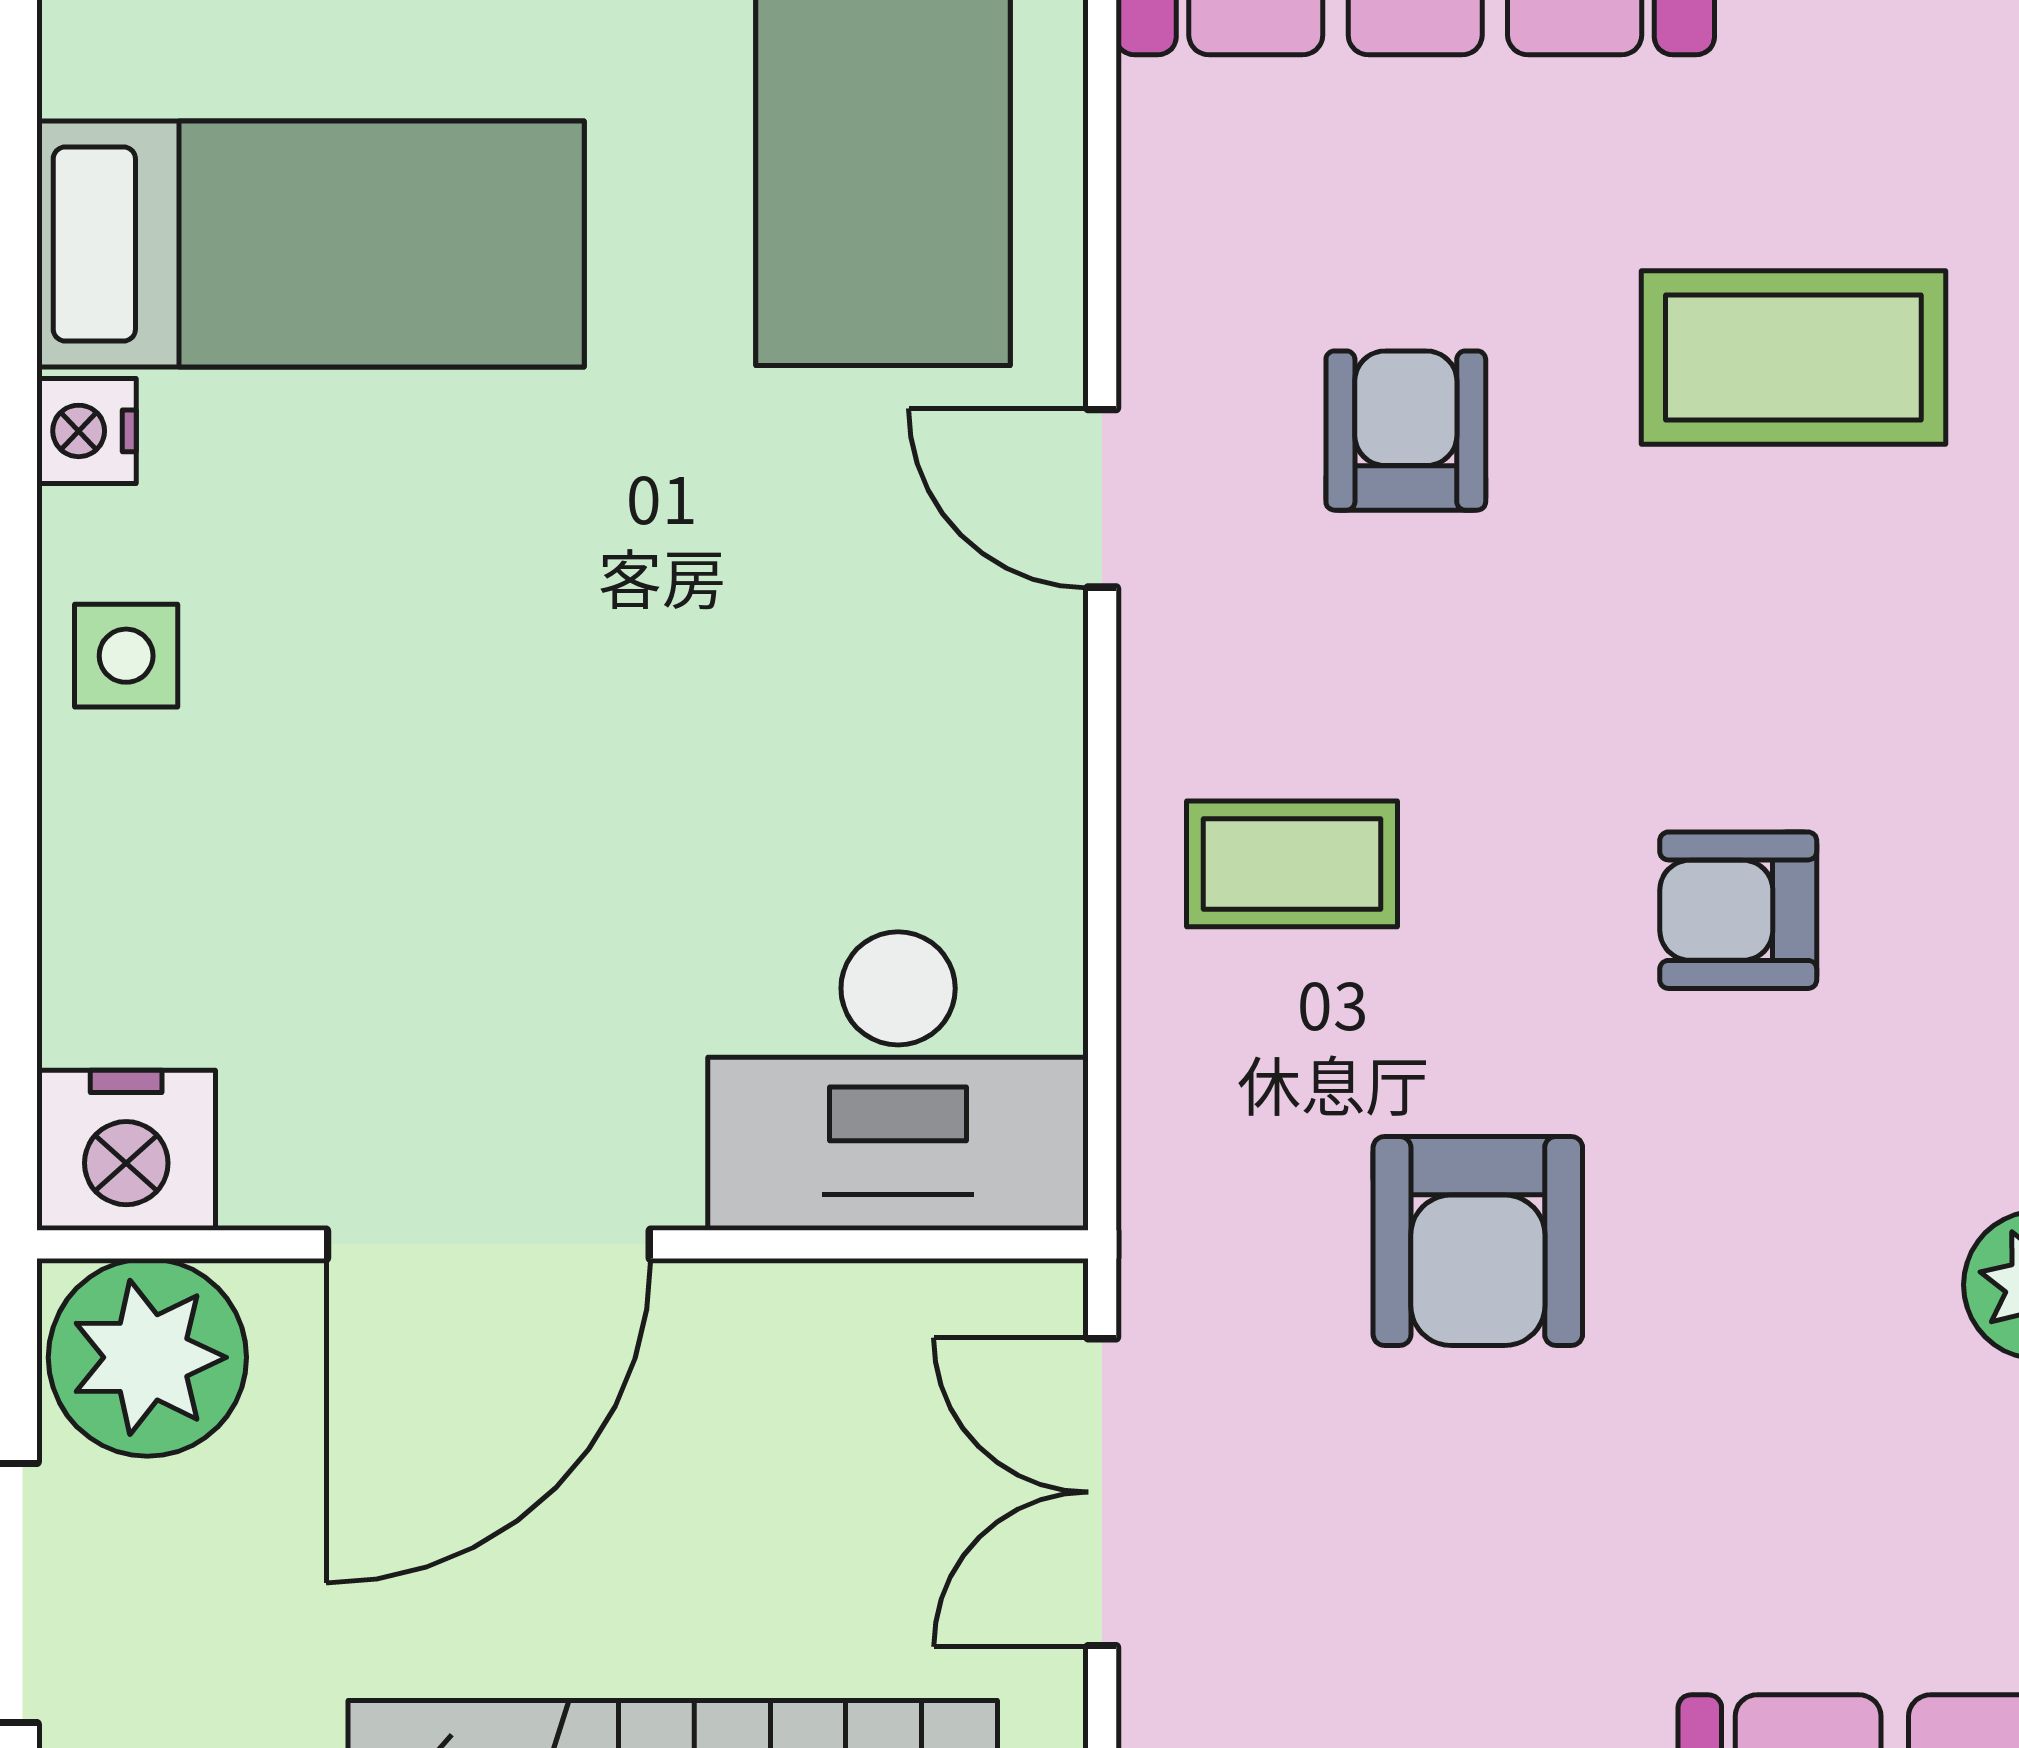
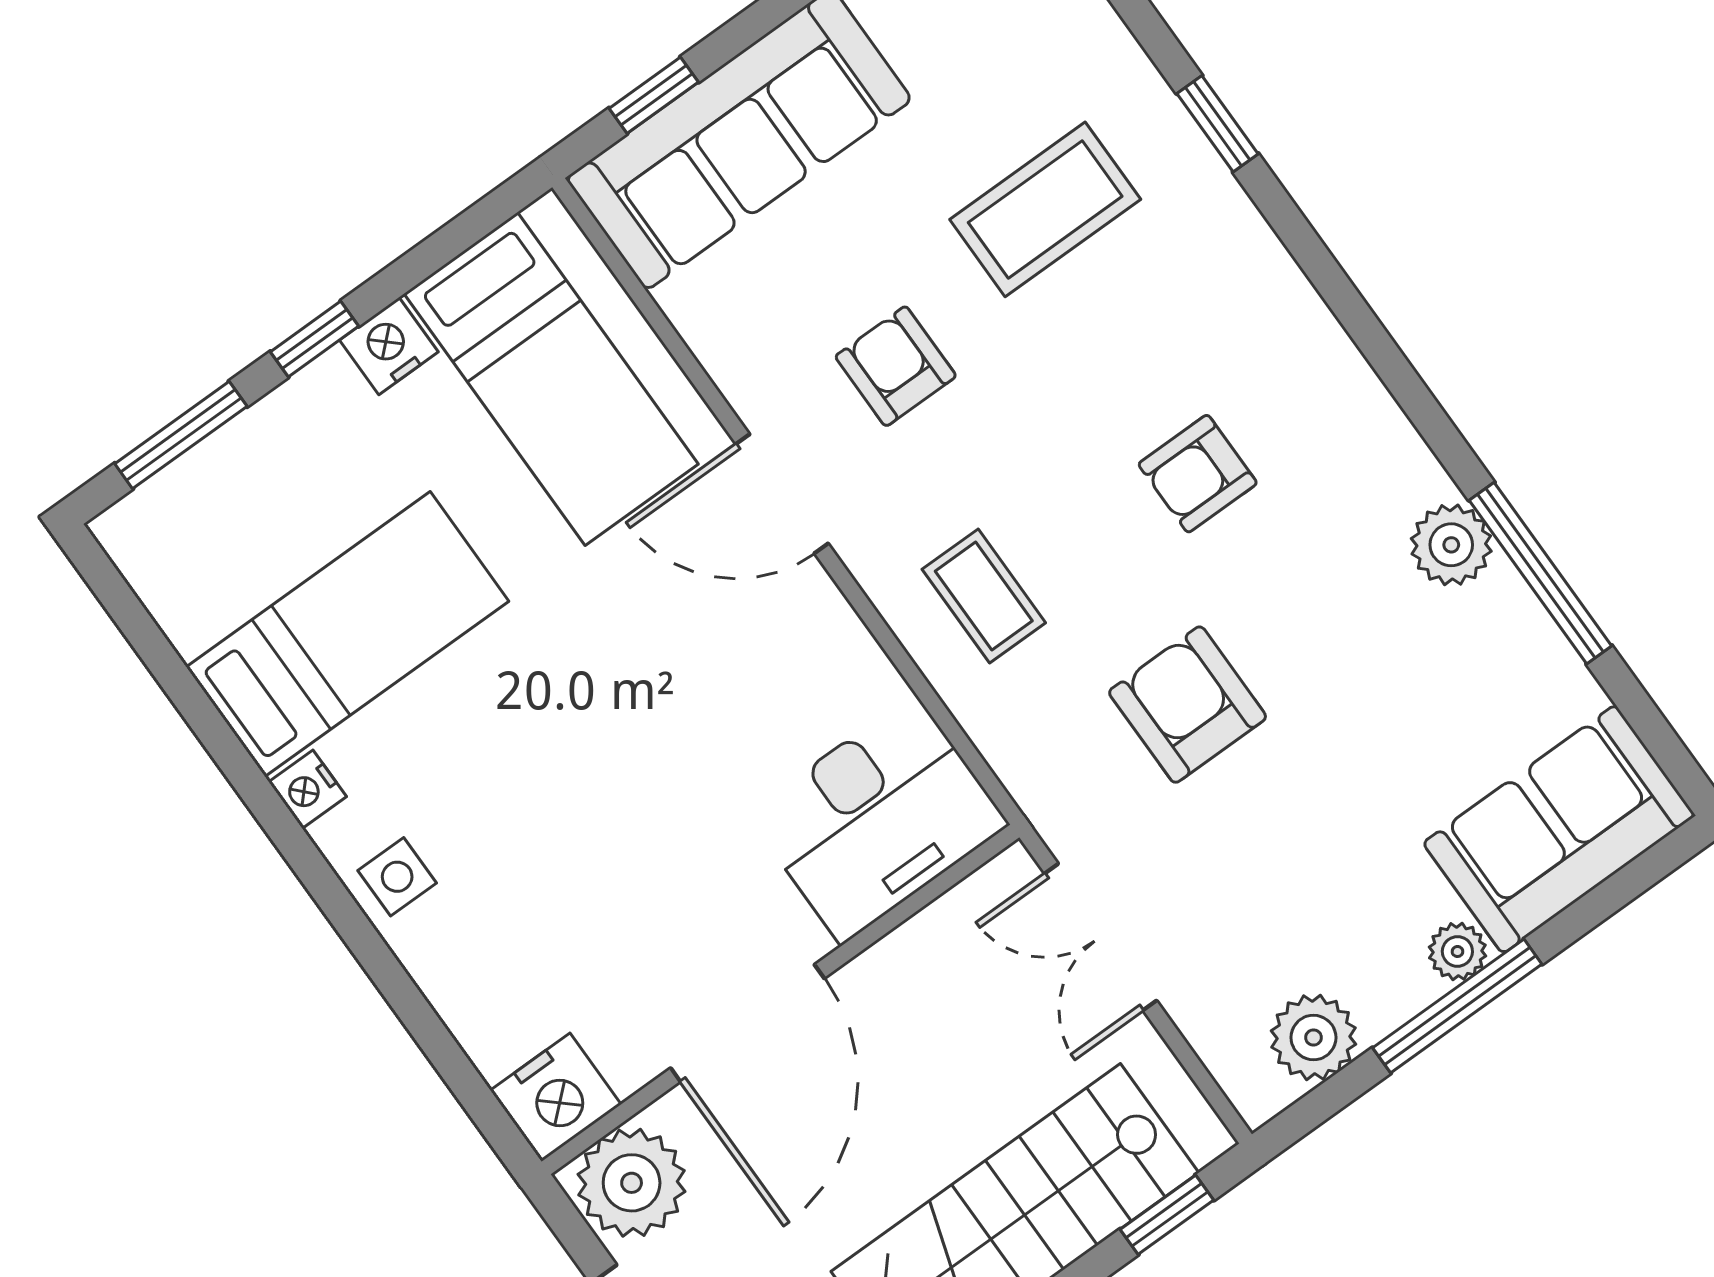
door: (1102, 498) -> (782, 494), width x1.38
coffee table: (1292, 864) -> (984, 596), turned 90
armchair: (1478, 1241) -> (1188, 705), turned 180

